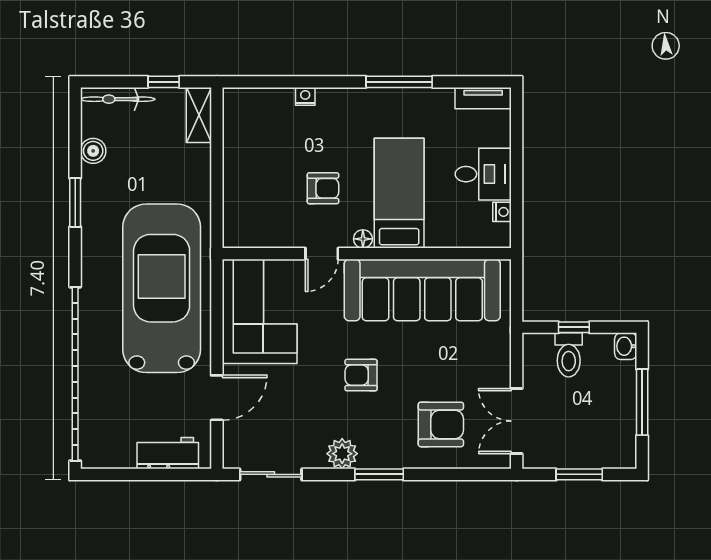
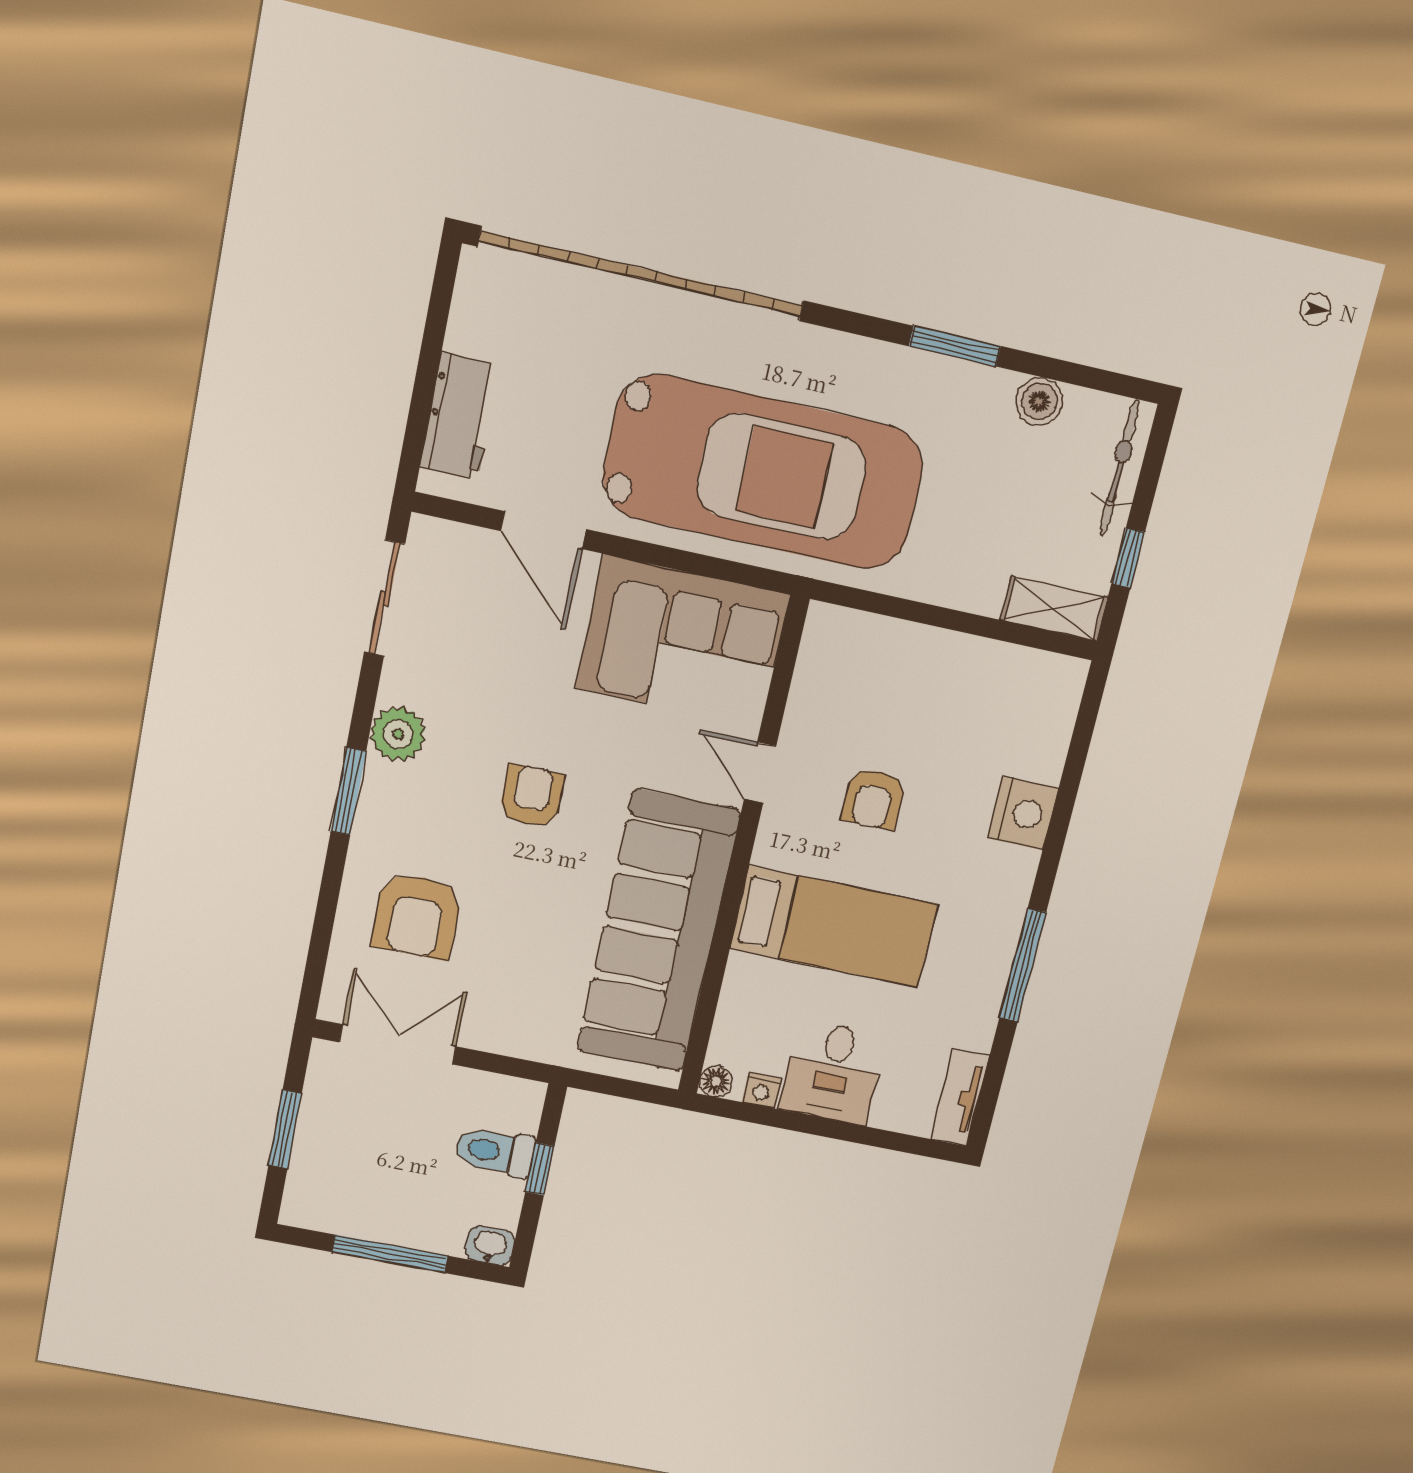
nightstand: (305, 96) -> (1023, 813), width x1.89, depth x1.79
floor lamp: (363, 239) -> (716, 1081), moved

